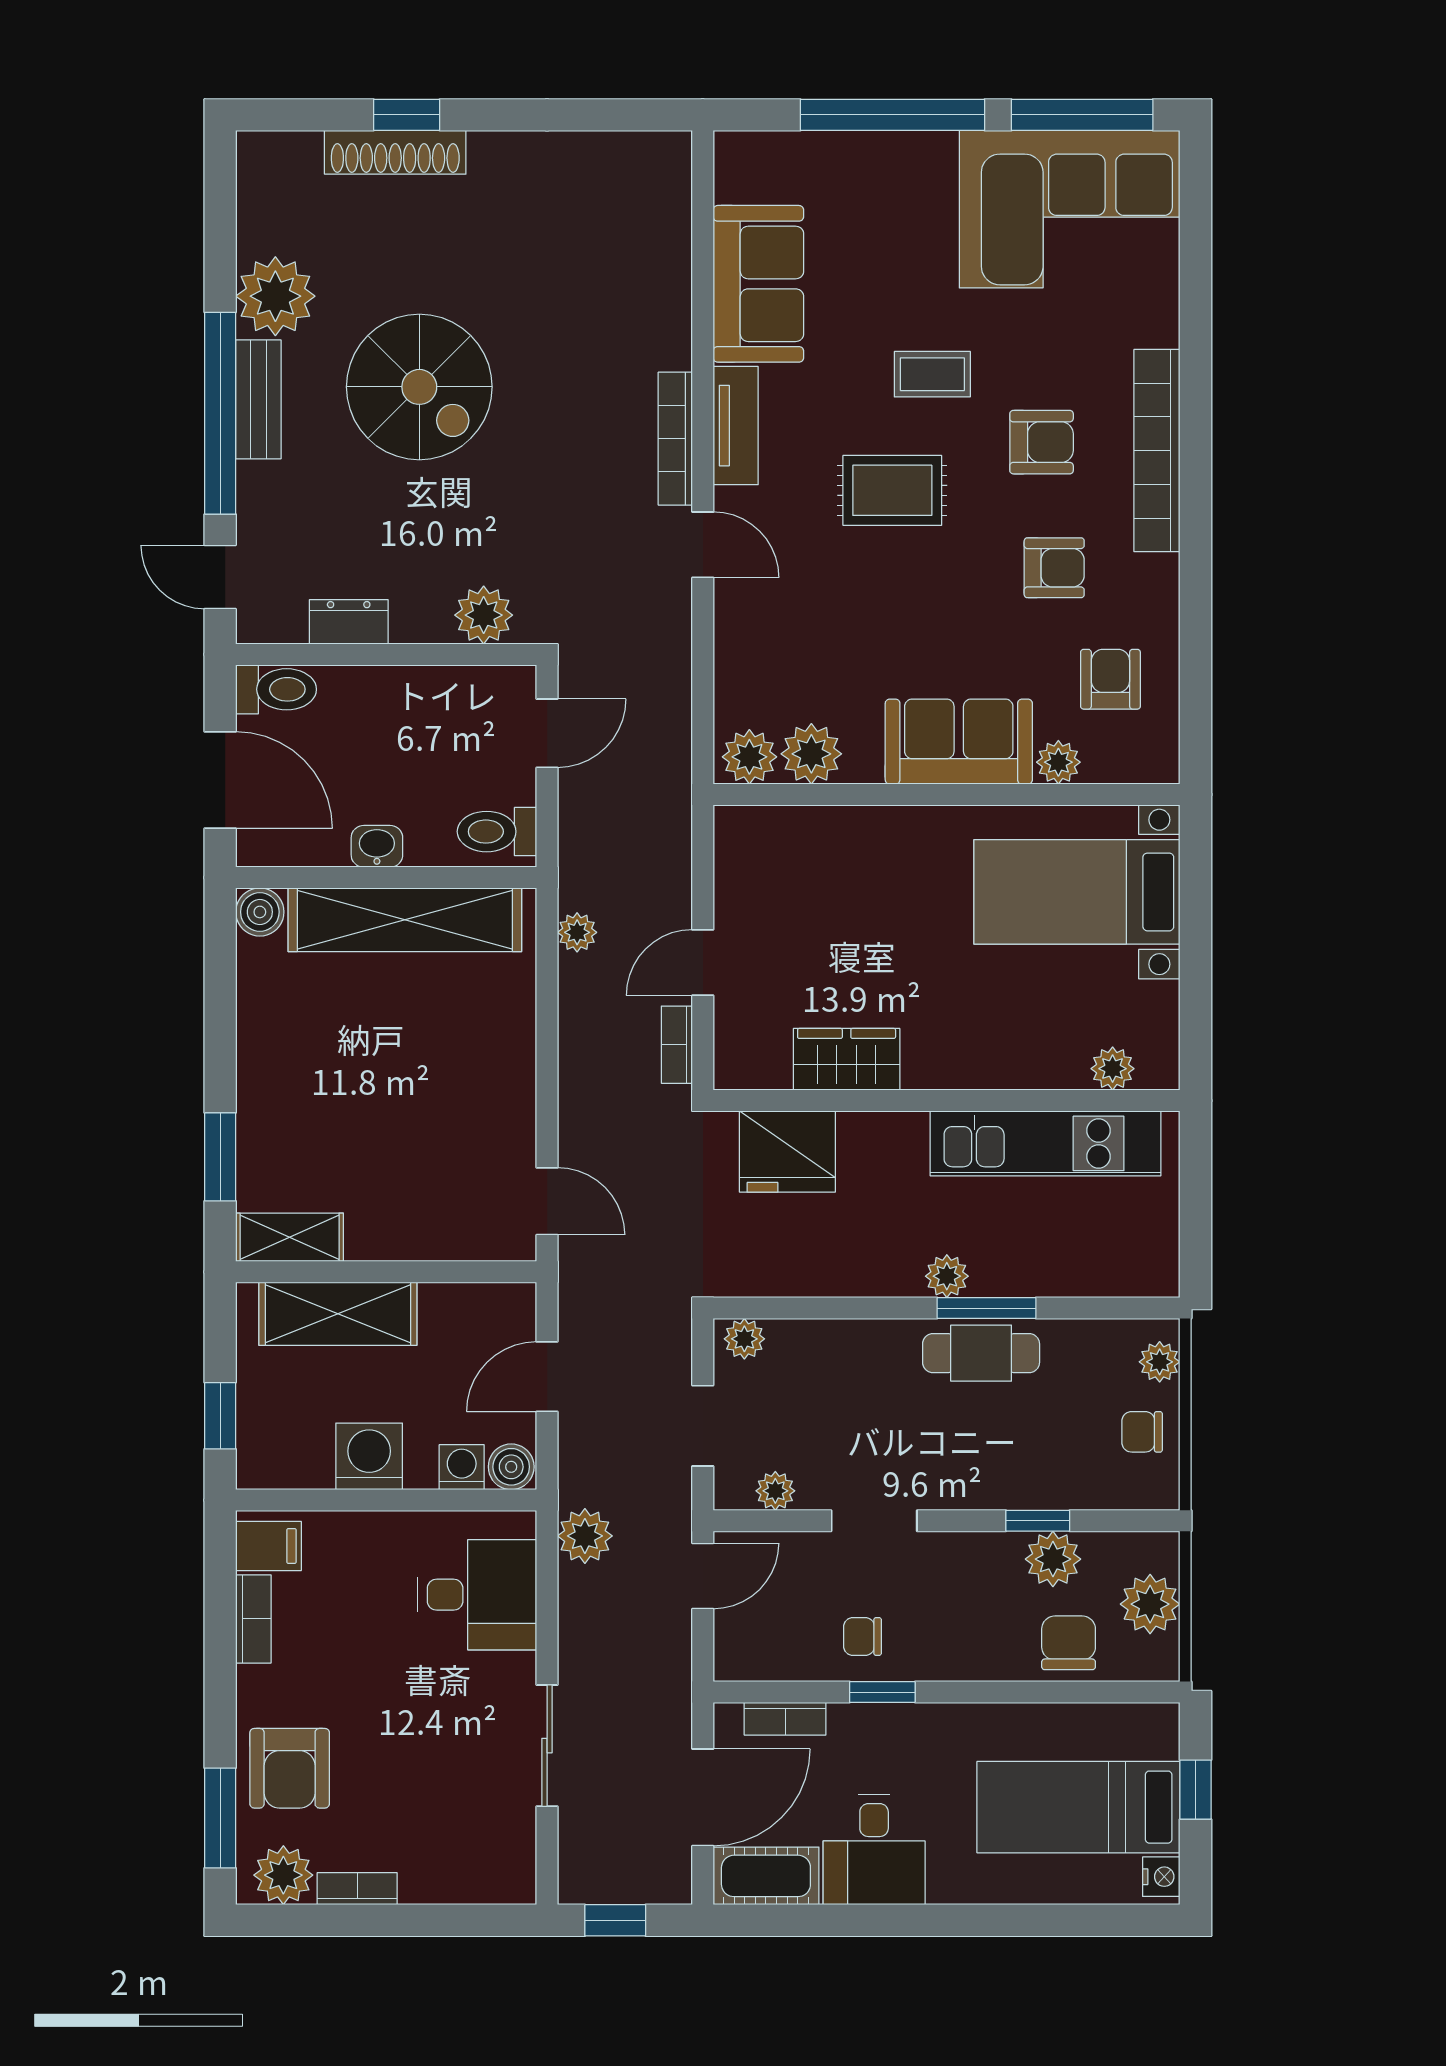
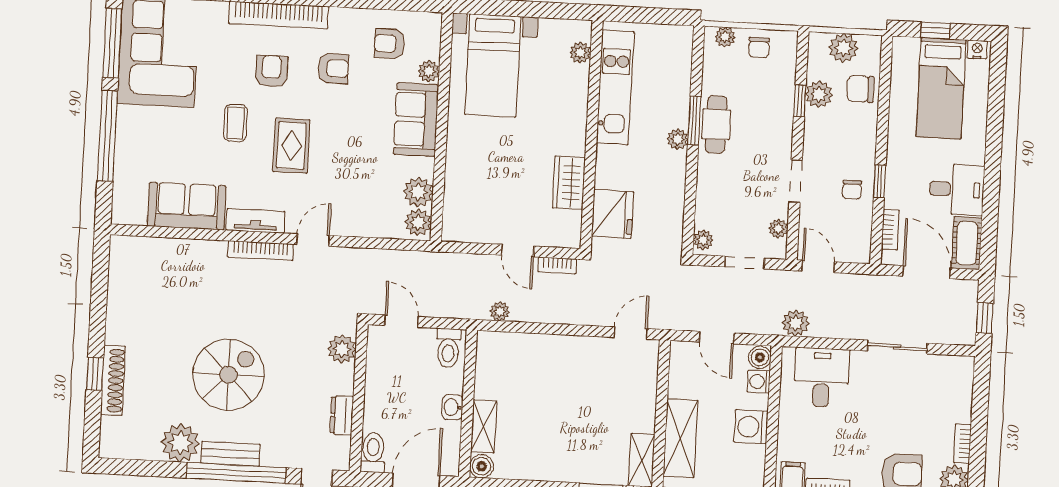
armchair: (1054, 568) -> (333, 68), turned 90
shelving: (405, 920) -> (484, 426), width x0.45, depth x0.75

